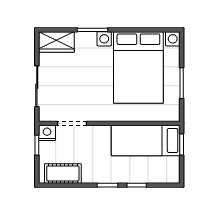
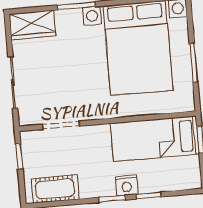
nightstand: (47, 133) -> (127, 185), moved, turned 180

